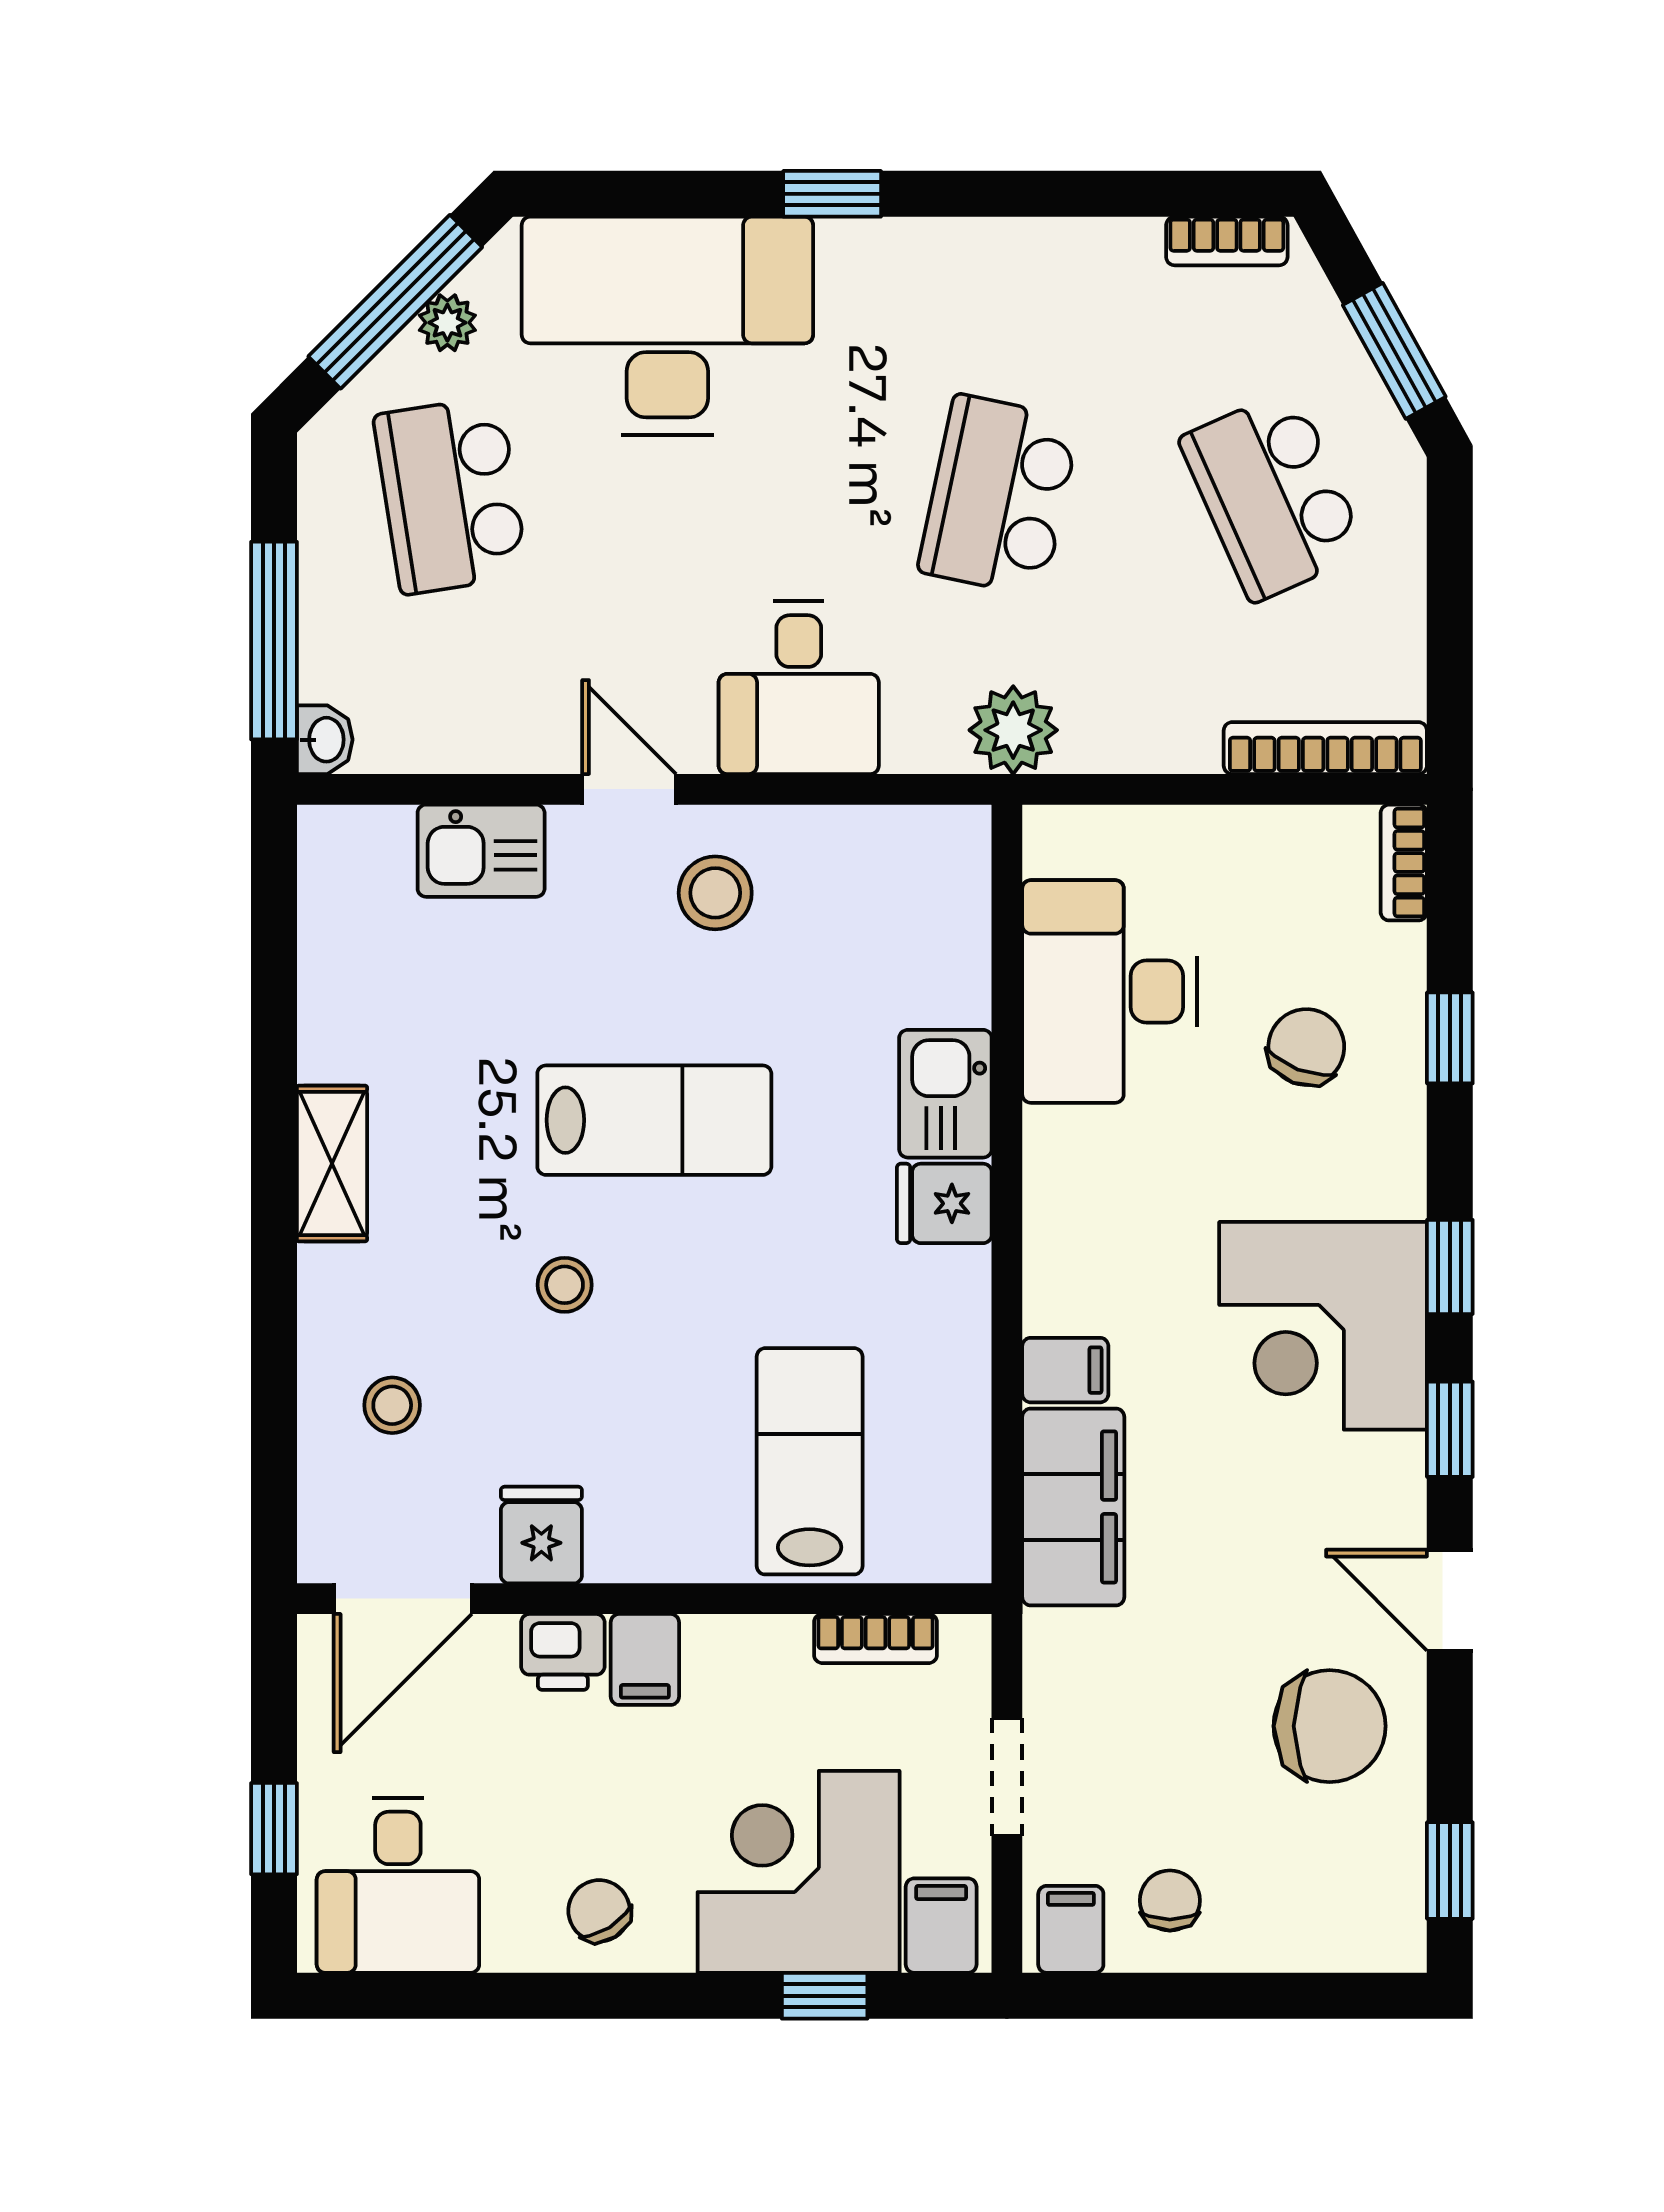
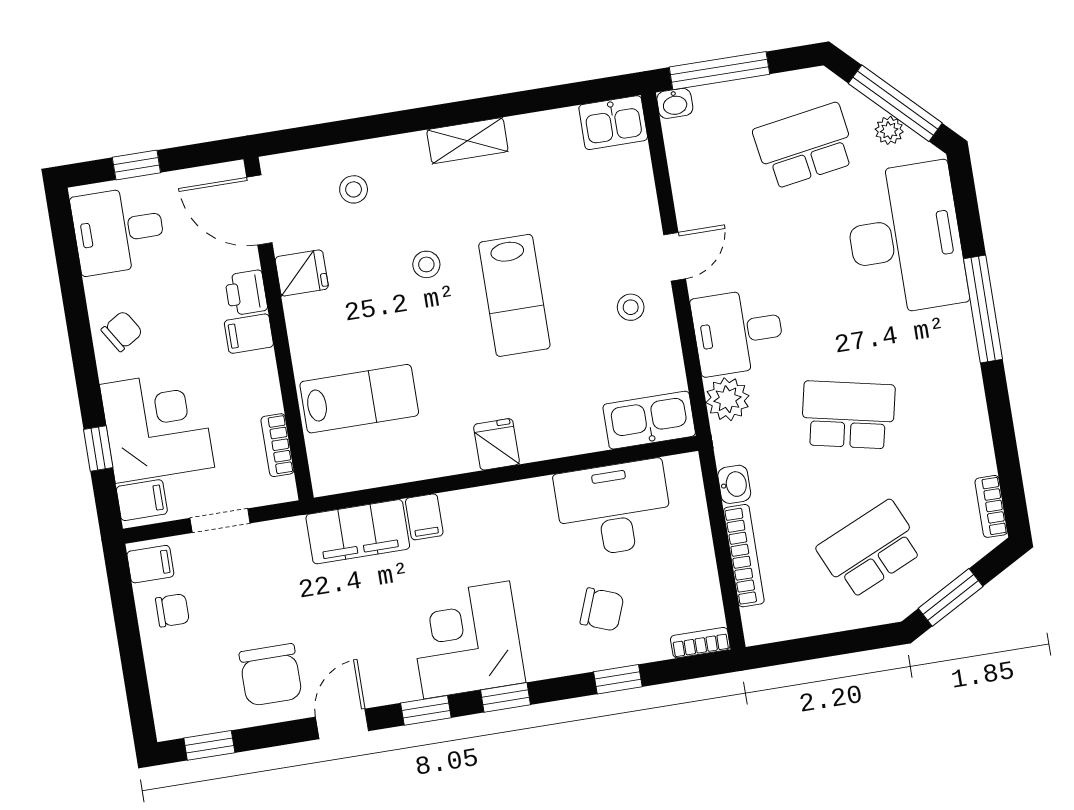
window: (832, 194) -> (983, 309), width x2.17
plant: (1013, 730) -> (728, 399), moved
washbasin: (1100, 744) -> (734, 484), added
bookcase: (1325, 748) -> (744, 556), moved
kitchen sink: (481, 851) -> (613, 123), moved, turned -90
stool: (715, 893) -> (631, 307), width x0.73, depth x0.73
kitchen sink: (945, 1094) -> (649, 420), moved, width x1.38

